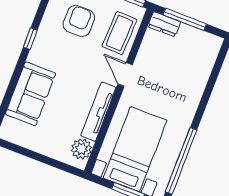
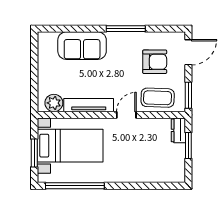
window: (185, 19) -> (188, 145), width x0.69
window: (30, 39) -> (126, 29), width x2.17

